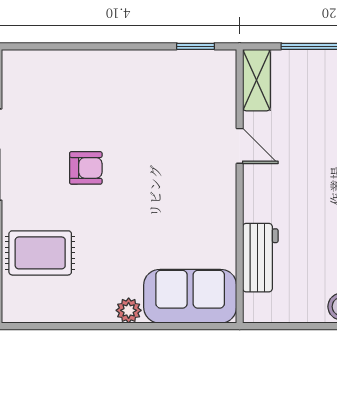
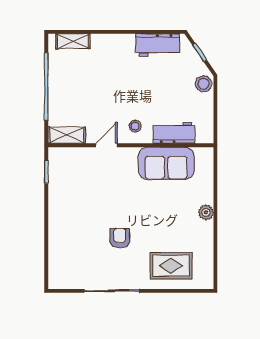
stool: (271, 193) -> (135, 126), added
rug: (40, 253) -> (171, 266), turned 90
sofa: (190, 296) -> (166, 163), moved, turned -90

